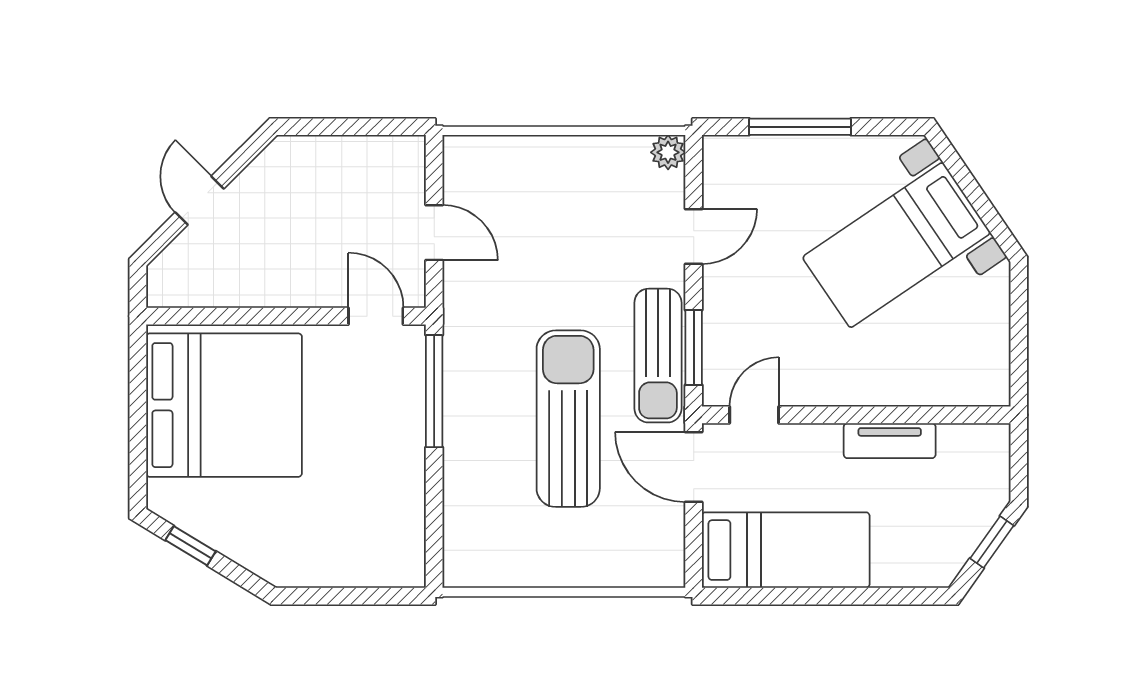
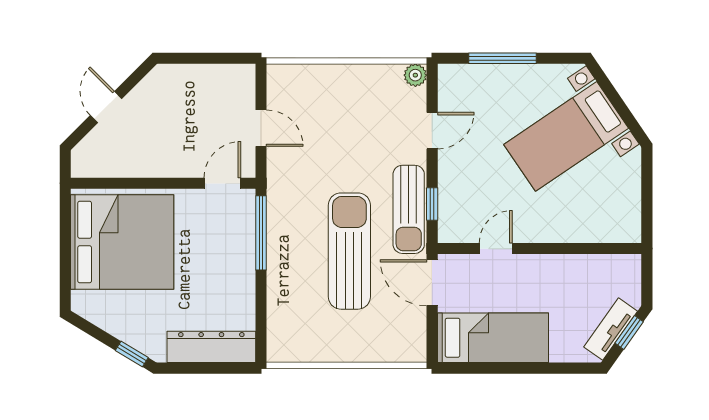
door: (376, 316) -> (222, 183), hinge flipped
window: (694, 347) -> (432, 204), width x0.67
door: (754, 415) -> (496, 249), moved
tv unit: (890, 441) -> (611, 329), moved, turned 125
window: (191, 546) -> (132, 354), moved
dresser: (359, 564) -> (211, 347), added

